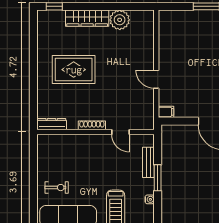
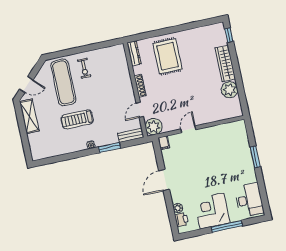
rug: (74, 70) -> (168, 56), moved
plant: (144, 120) -> (154, 127), added
bench: (148, 162) -> (131, 135), moved

